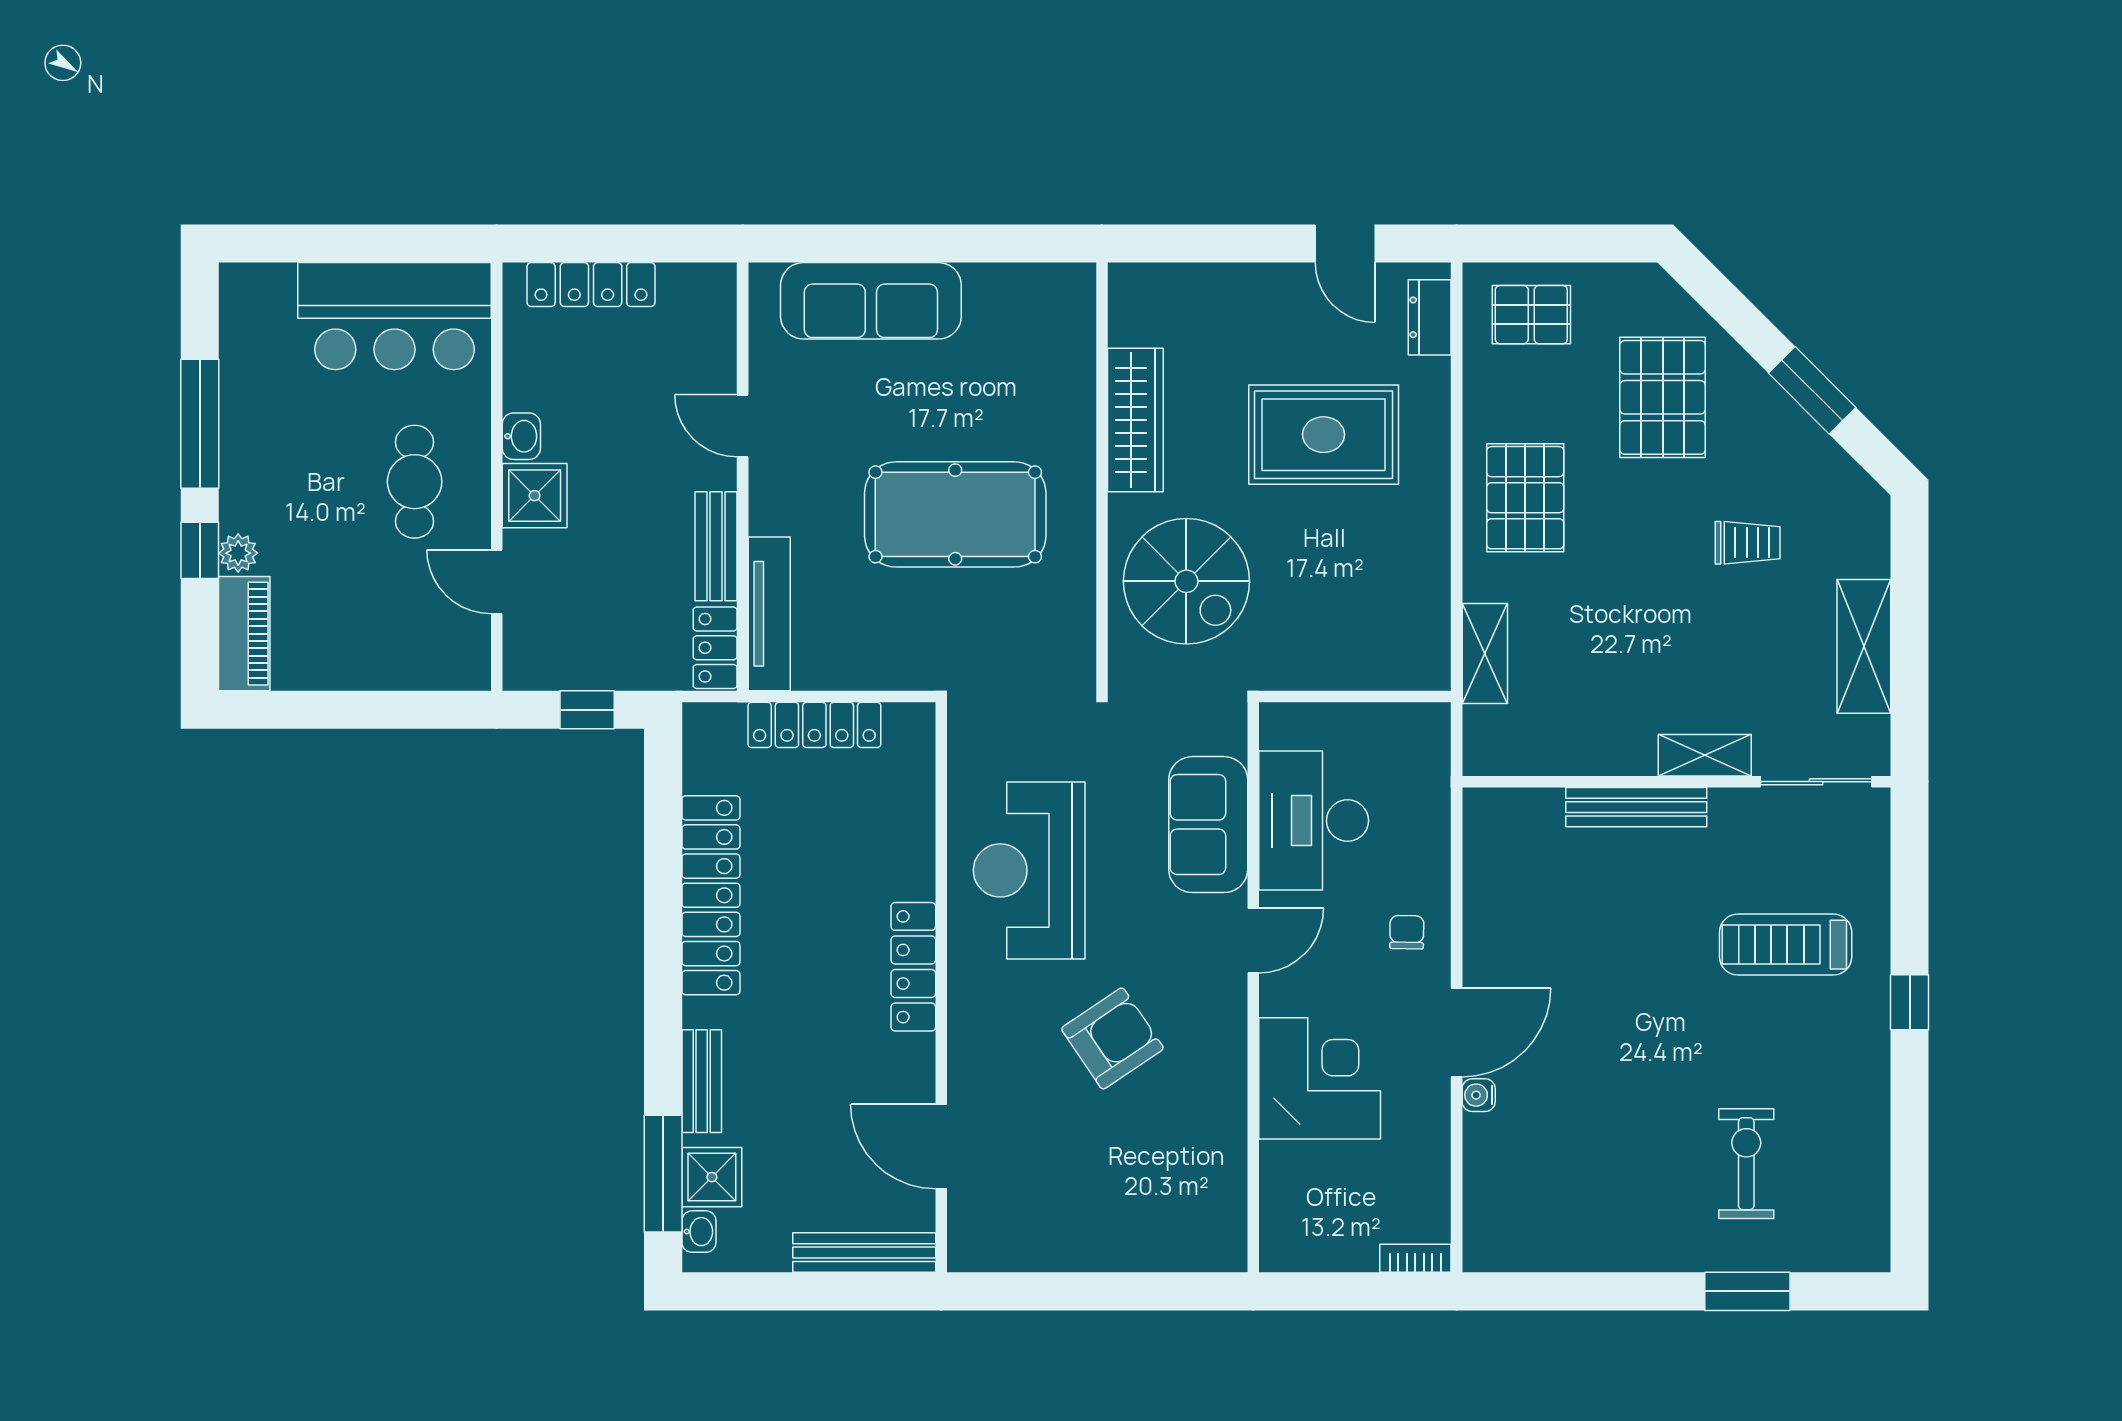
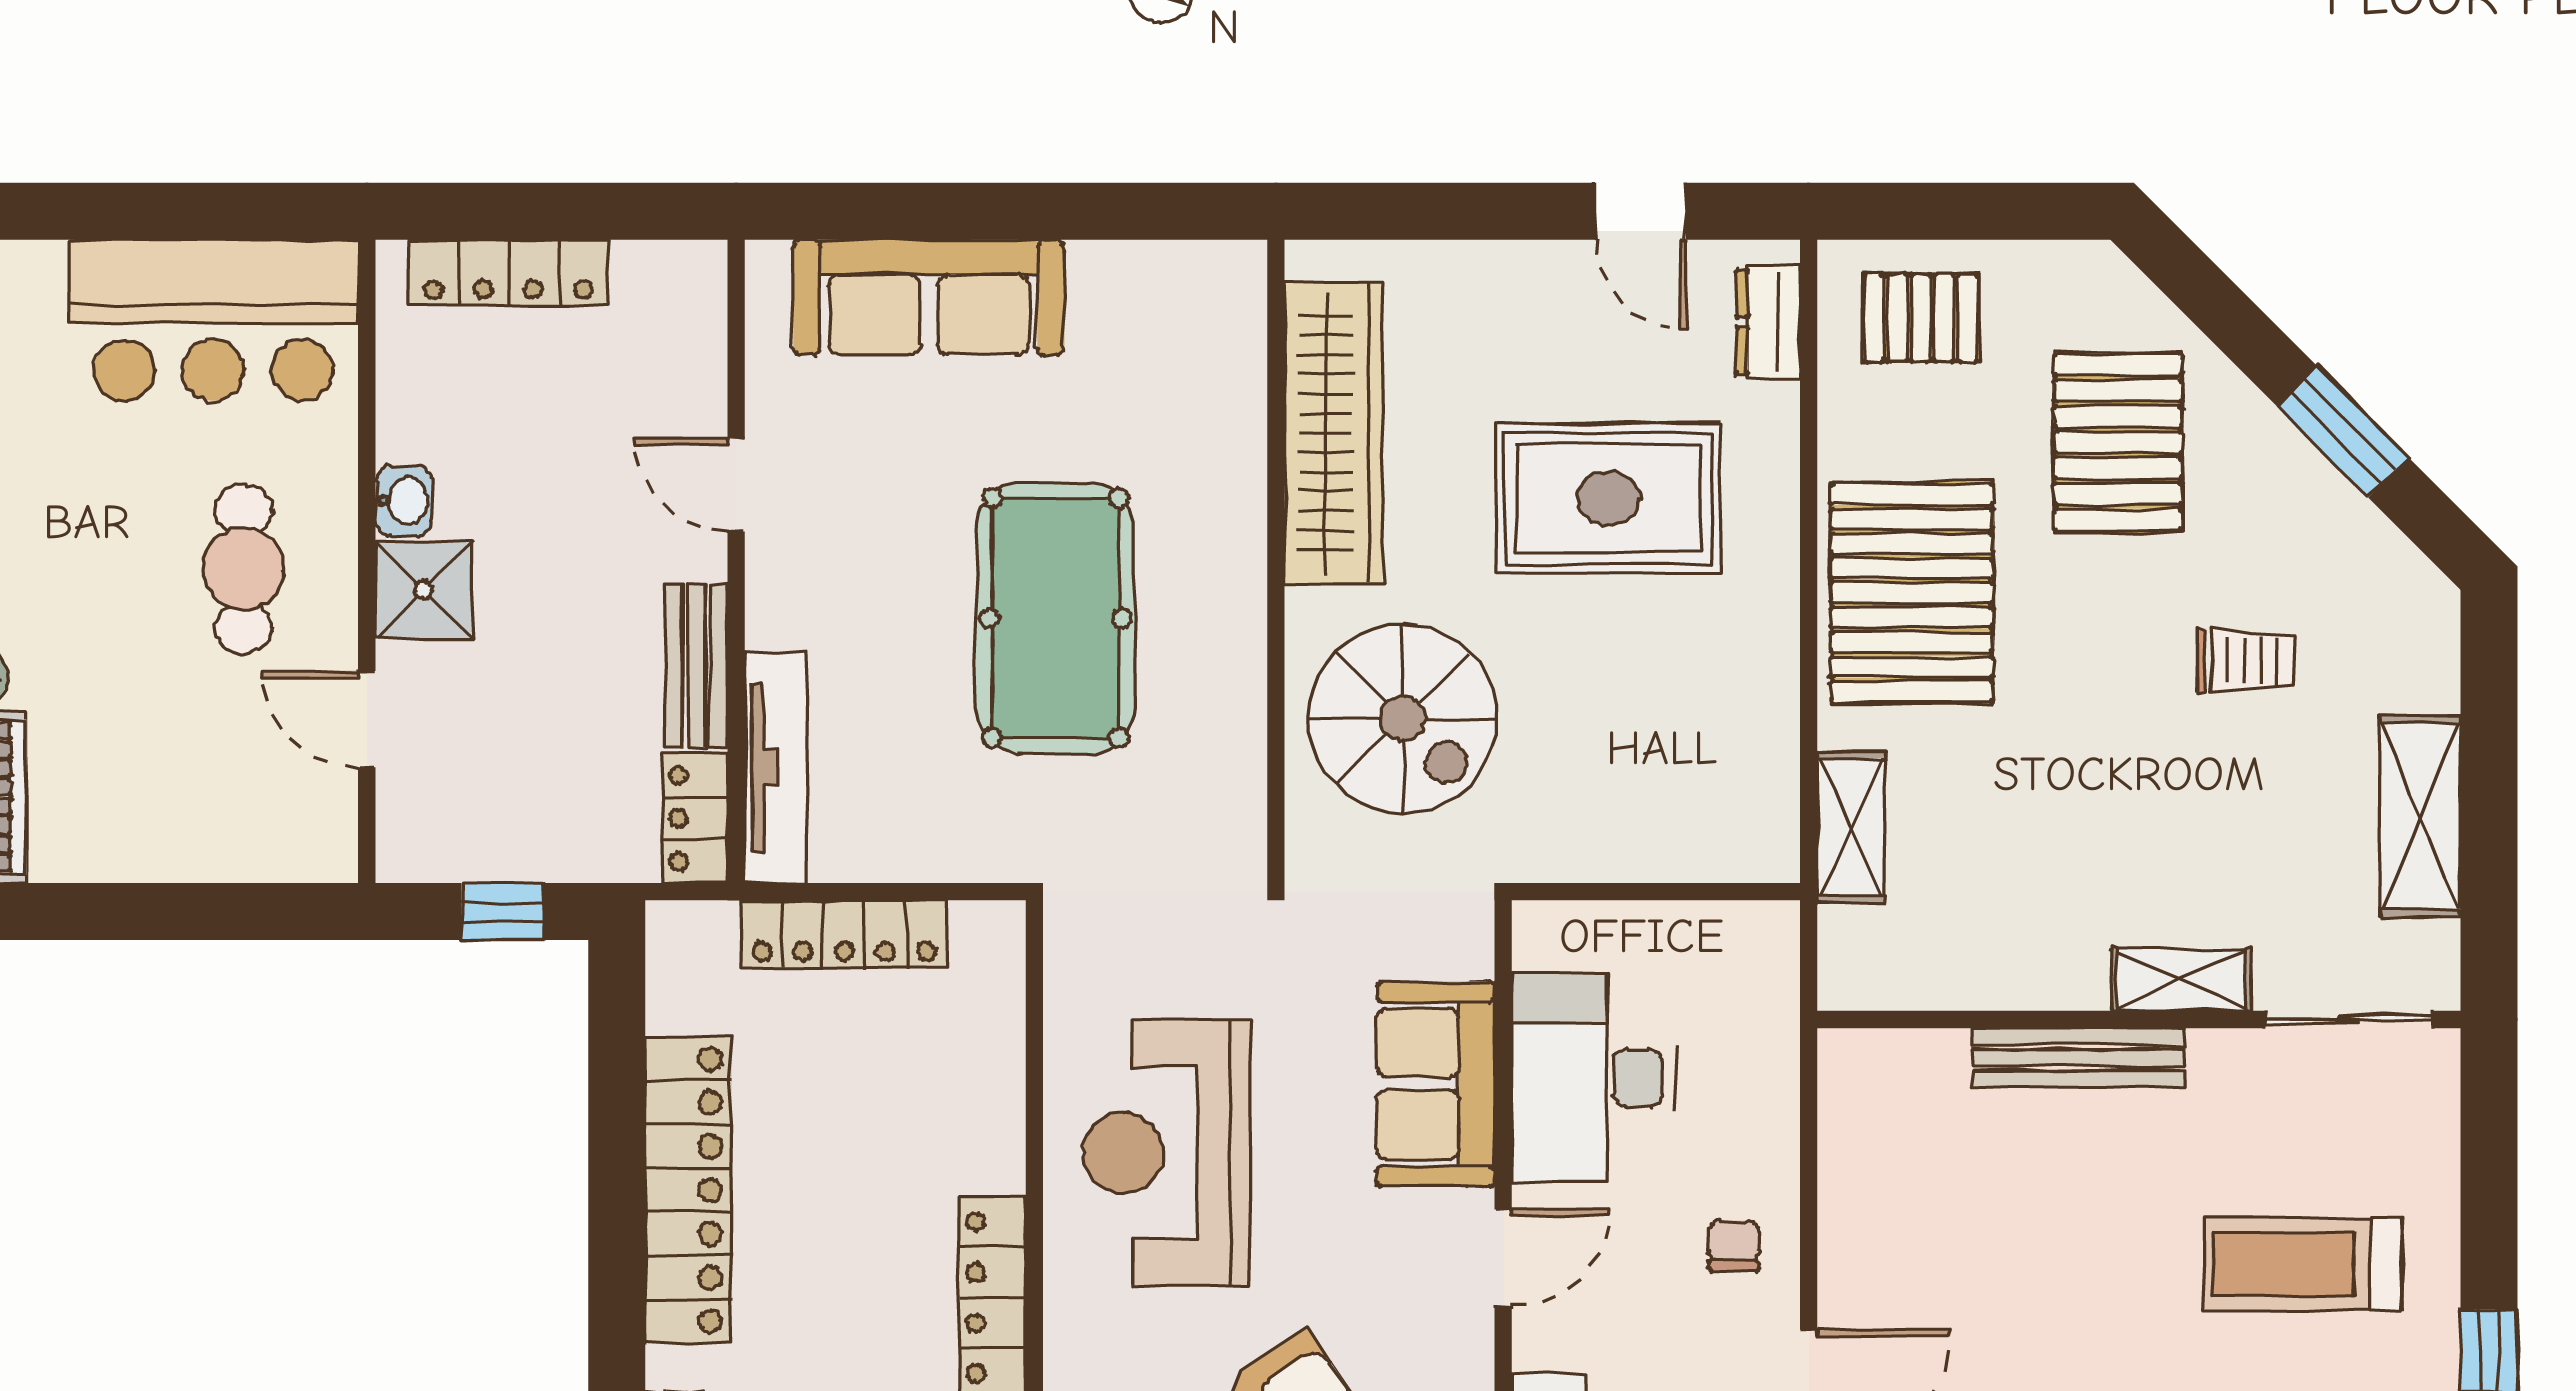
wardrobe: (1135, 420) -> (1333, 433), width x1.40, depth x1.17
pallet: (1525, 498) -> (1912, 593), width x1.37, depth x1.41
pool table: (955, 514) -> (1056, 618), turned 90

